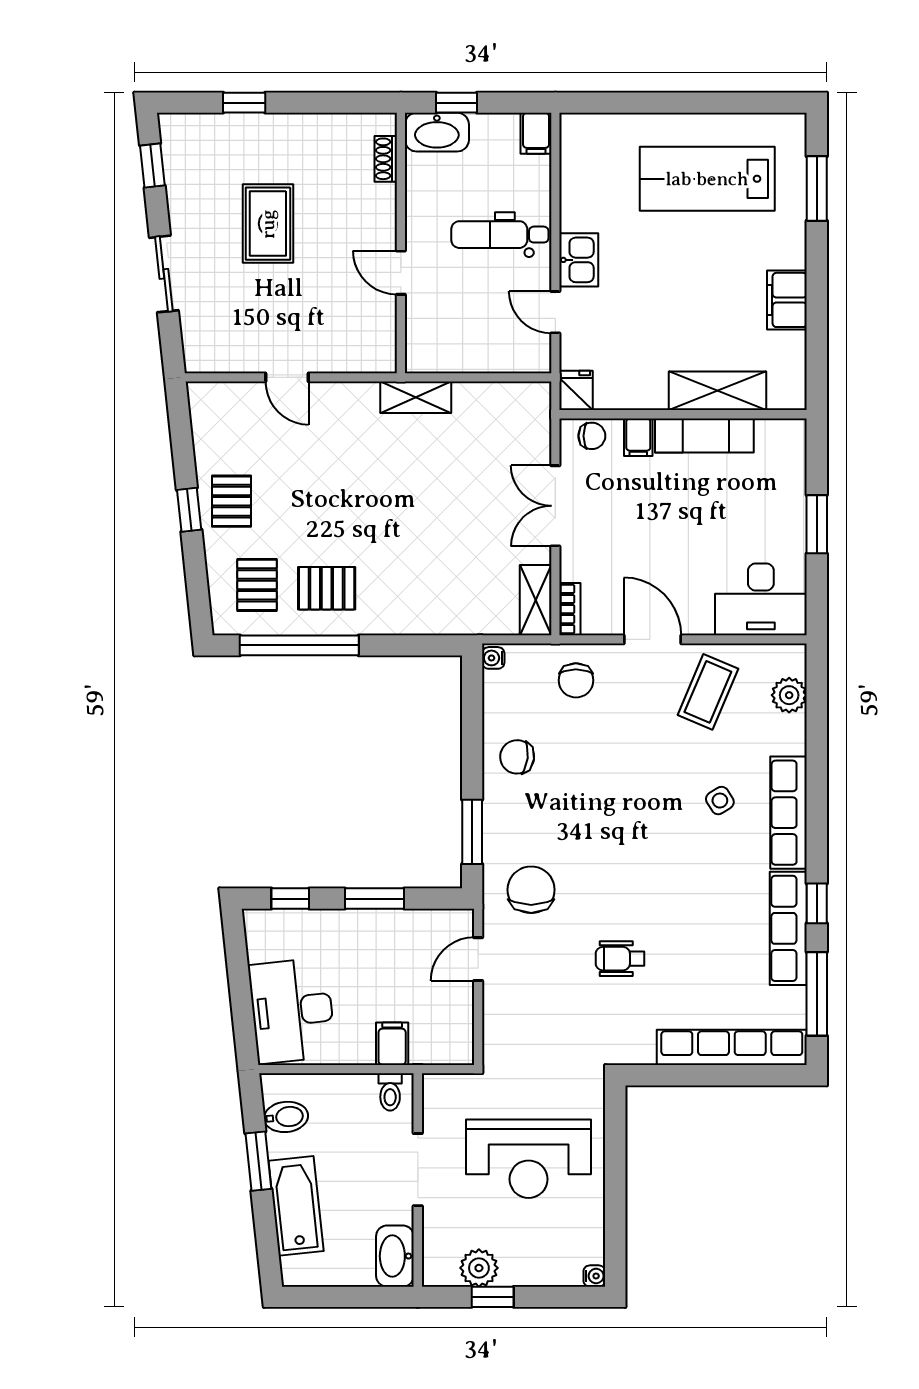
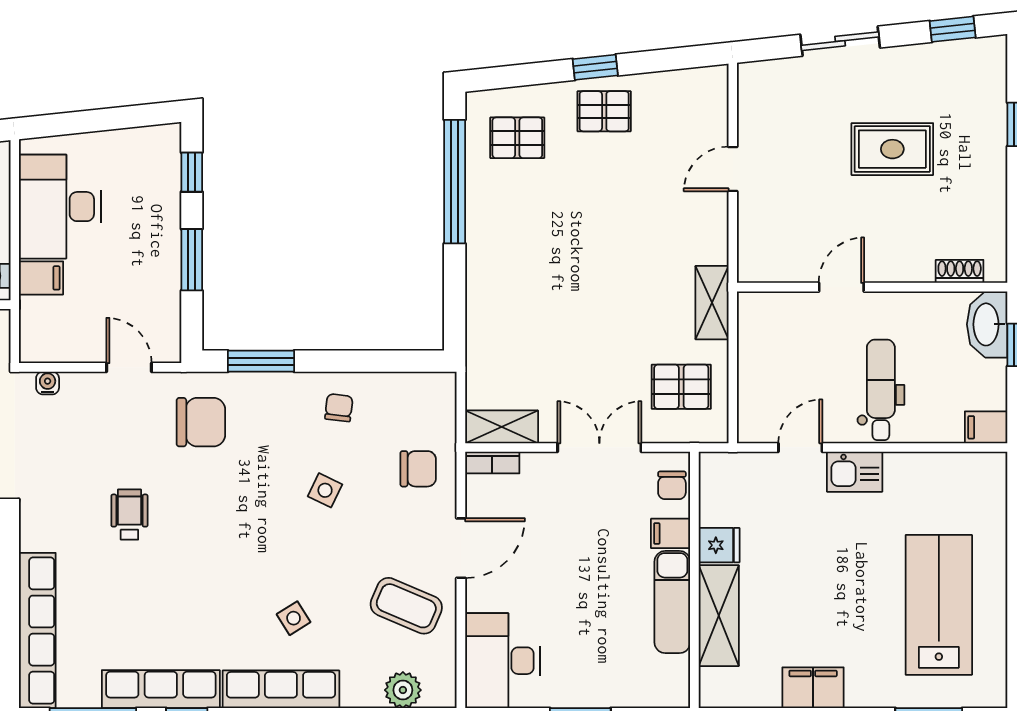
fridge: (576, 390) -> (719, 545), moved
pallet: (327, 588) -> (681, 387), moved, turned 90
water cooler: (493, 658) -> (48, 383), moved
chair: (576, 680) -> (418, 469), turned 180
chair: (517, 757) -> (339, 408), width x0.73, depth x0.73
side table: (597, 770) -> (325, 490), added
desk: (292, 1011) -> (60, 207), moved, turned -84

